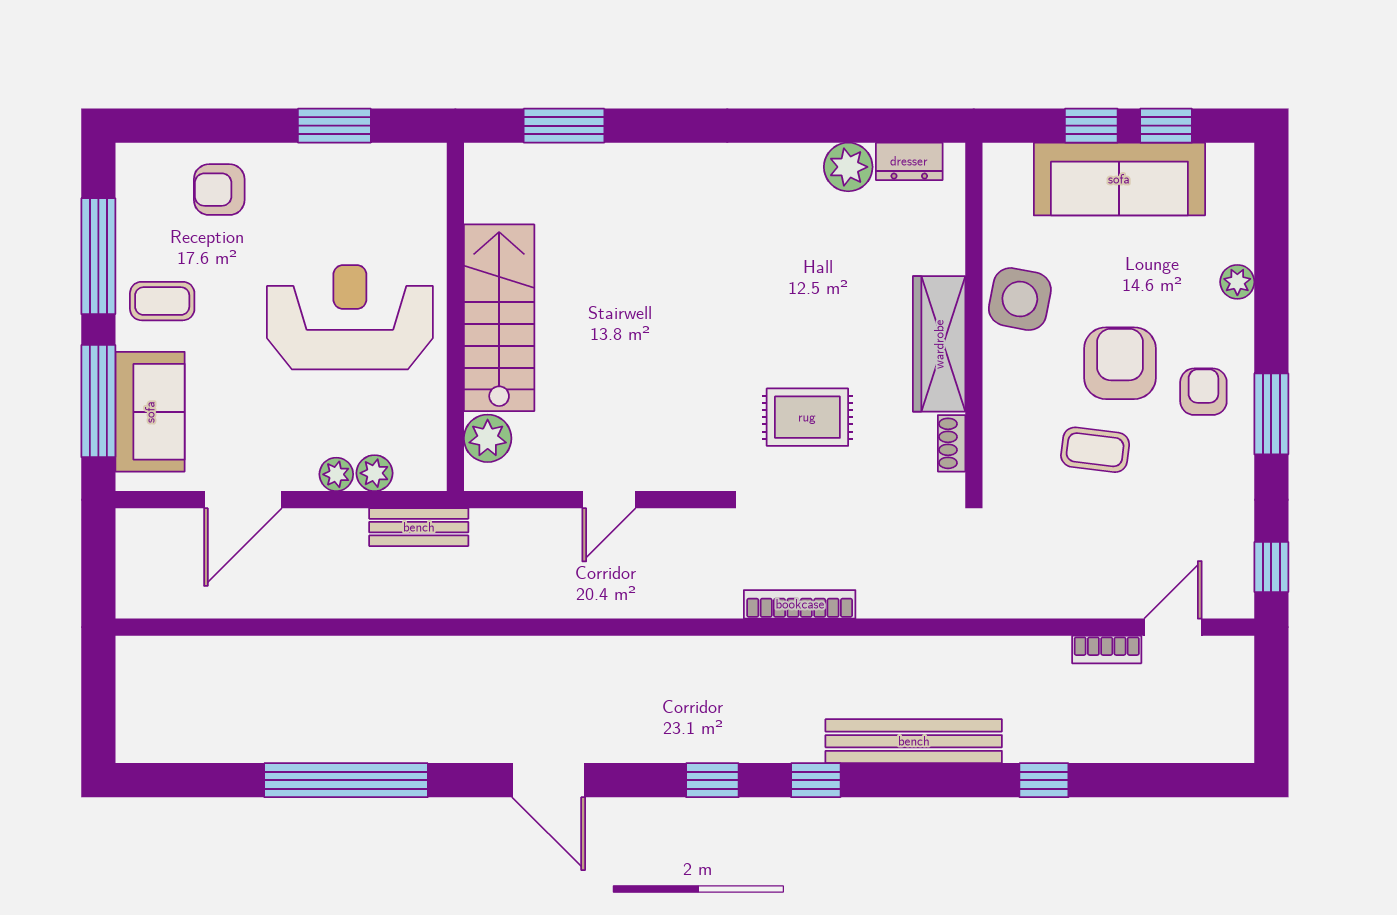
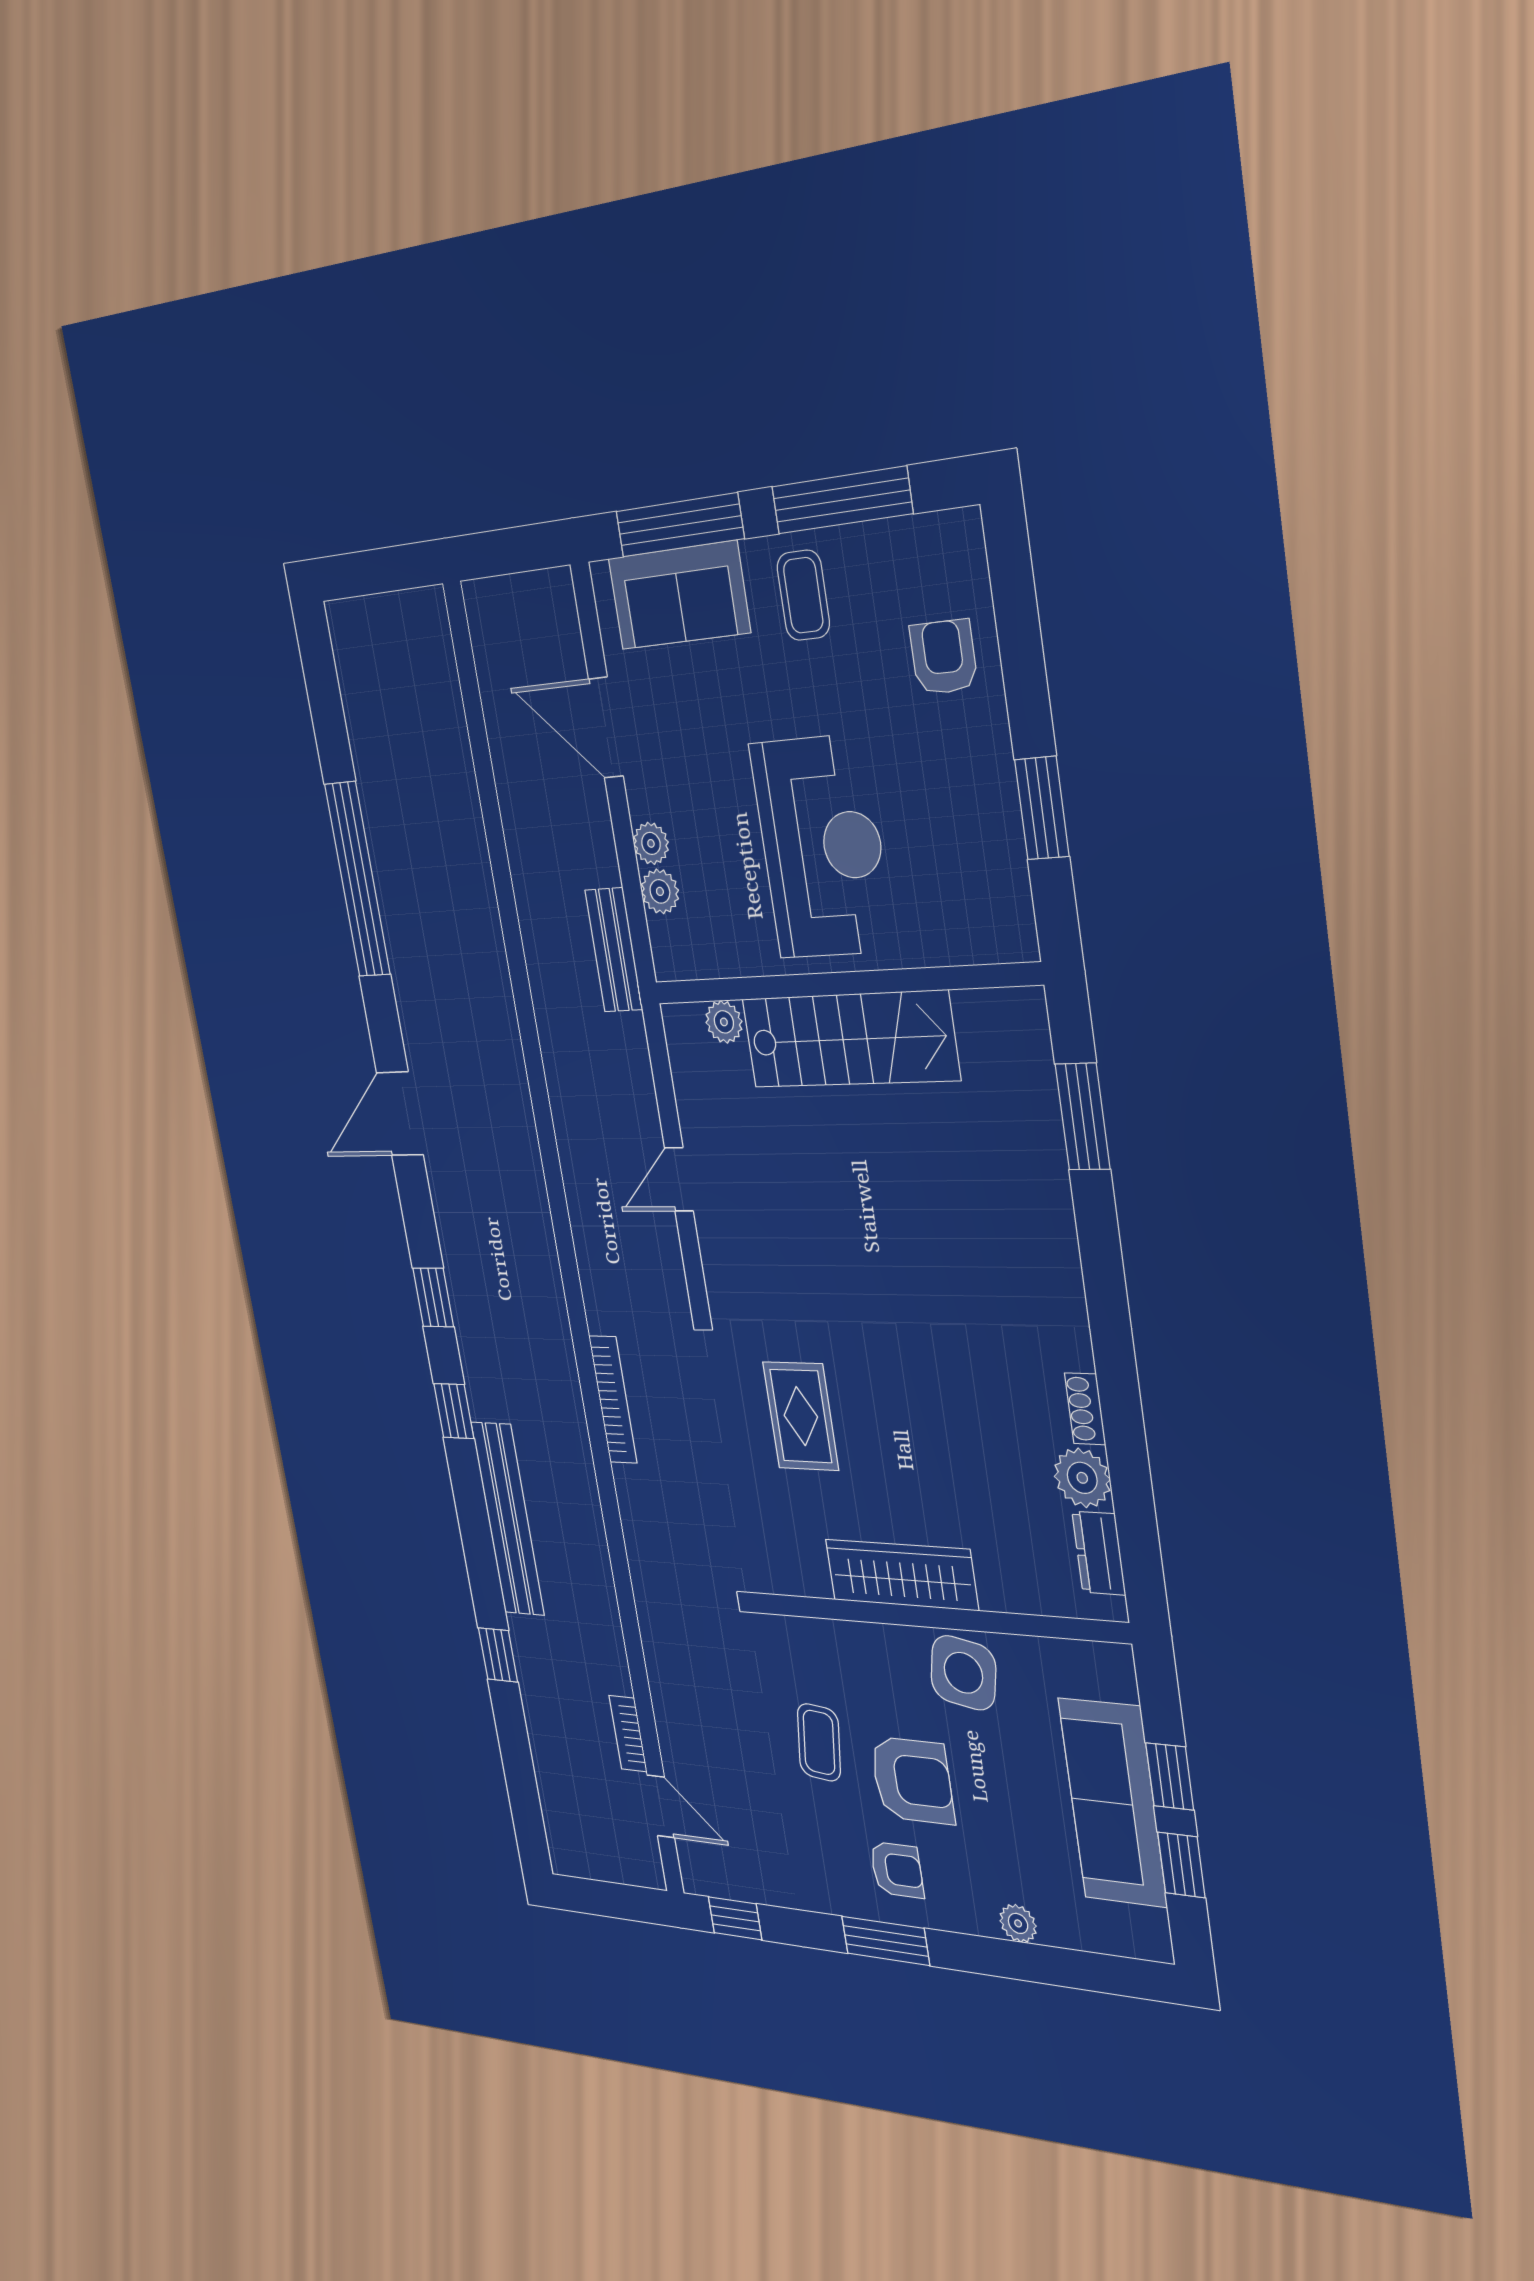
plant: (488, 438) -> (724, 1022), width x0.73, depth x0.73
shoe rack: (952, 443) -> (1085, 1409), moved, turned -90
door: (609, 500) -> (679, 1179), hinge flipped

